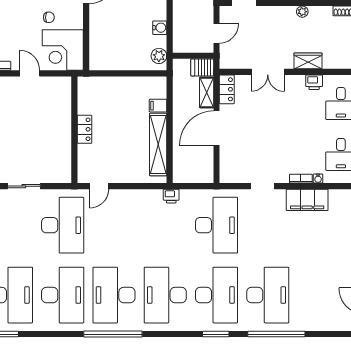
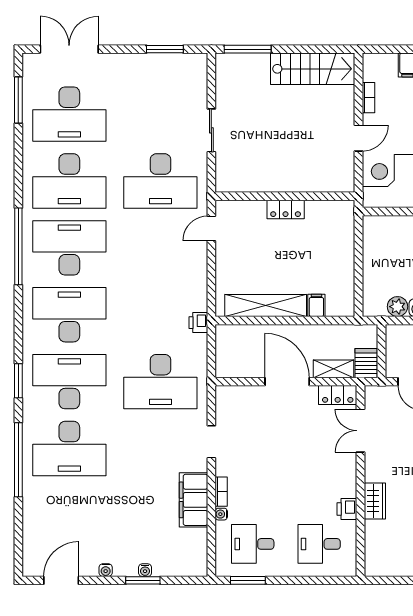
plant: (159, 56) -> (397, 307), moved
double door: (268, 72) -> (360, 431), moved
door: (99, 186) -> (211, 229), hinge flipped
desk: (216, 295) -> (69, 382), turned 180

